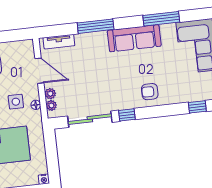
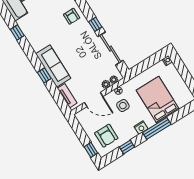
window: (161, 19) -> (17, 32), width x0.46
window: (96, 26) -> (44, 75), width x0.46
sofa: (134, 38) -> (53, 66), moved
door: (39, 71) -> (94, 100), swing flipped

